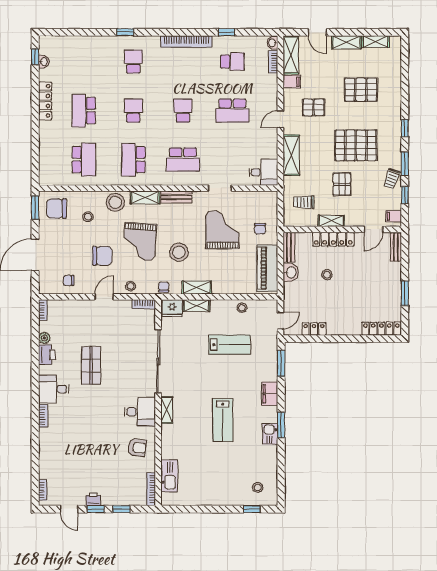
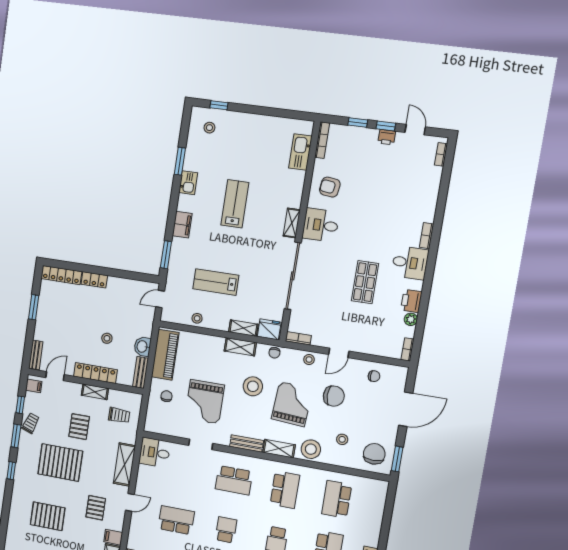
pallet: (314, 107) -> (96, 508), turned 90
school desk: (183, 111) -> (226, 530), turned 180
school desk: (183, 160) -> (234, 480), turned 180
chair: (57, 209) -> (374, 454), turned -90
chair: (102, 256) -> (334, 396), turned 180
locker: (314, 329) -> (94, 280), moved
window: (281, 425) -> (180, 161), moved

